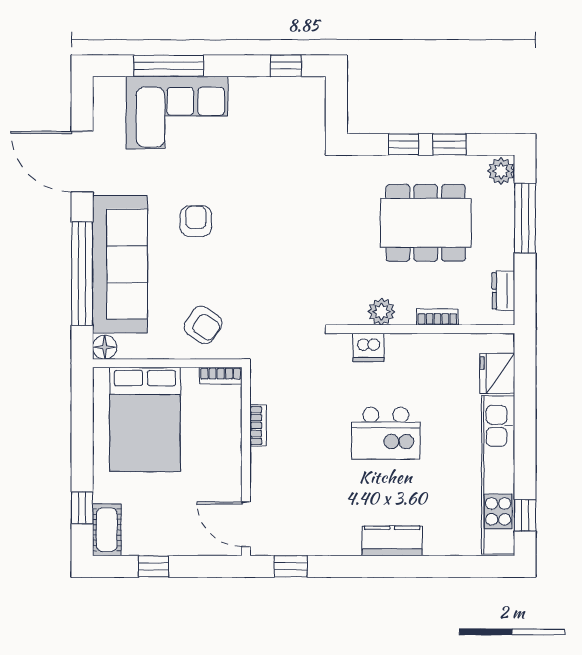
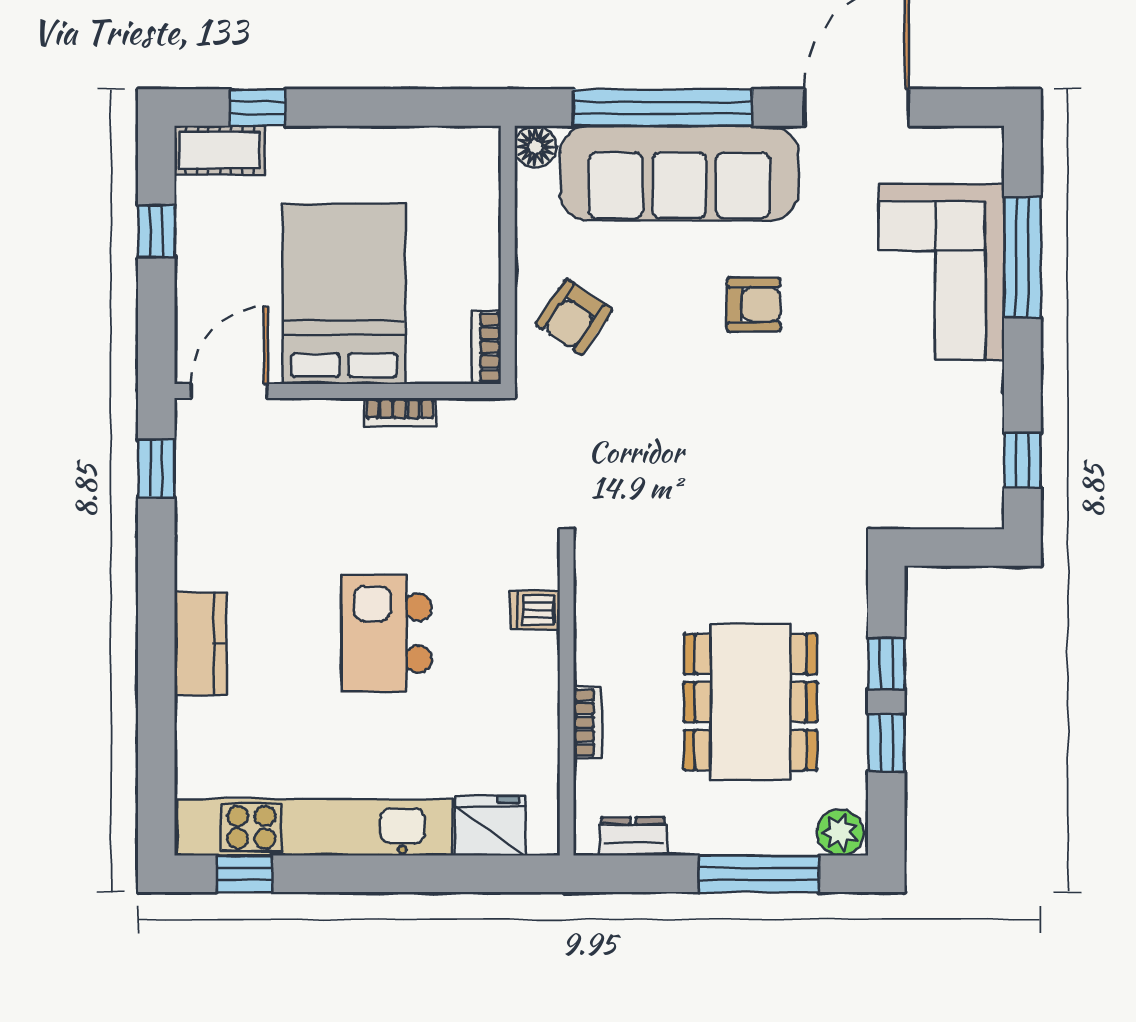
plant: (381, 312) -> (597, 625), removed
dishwasher: (368, 347) -> (535, 610), width x0.73
bed: (145, 419) -> (344, 294), moved, turned 90

